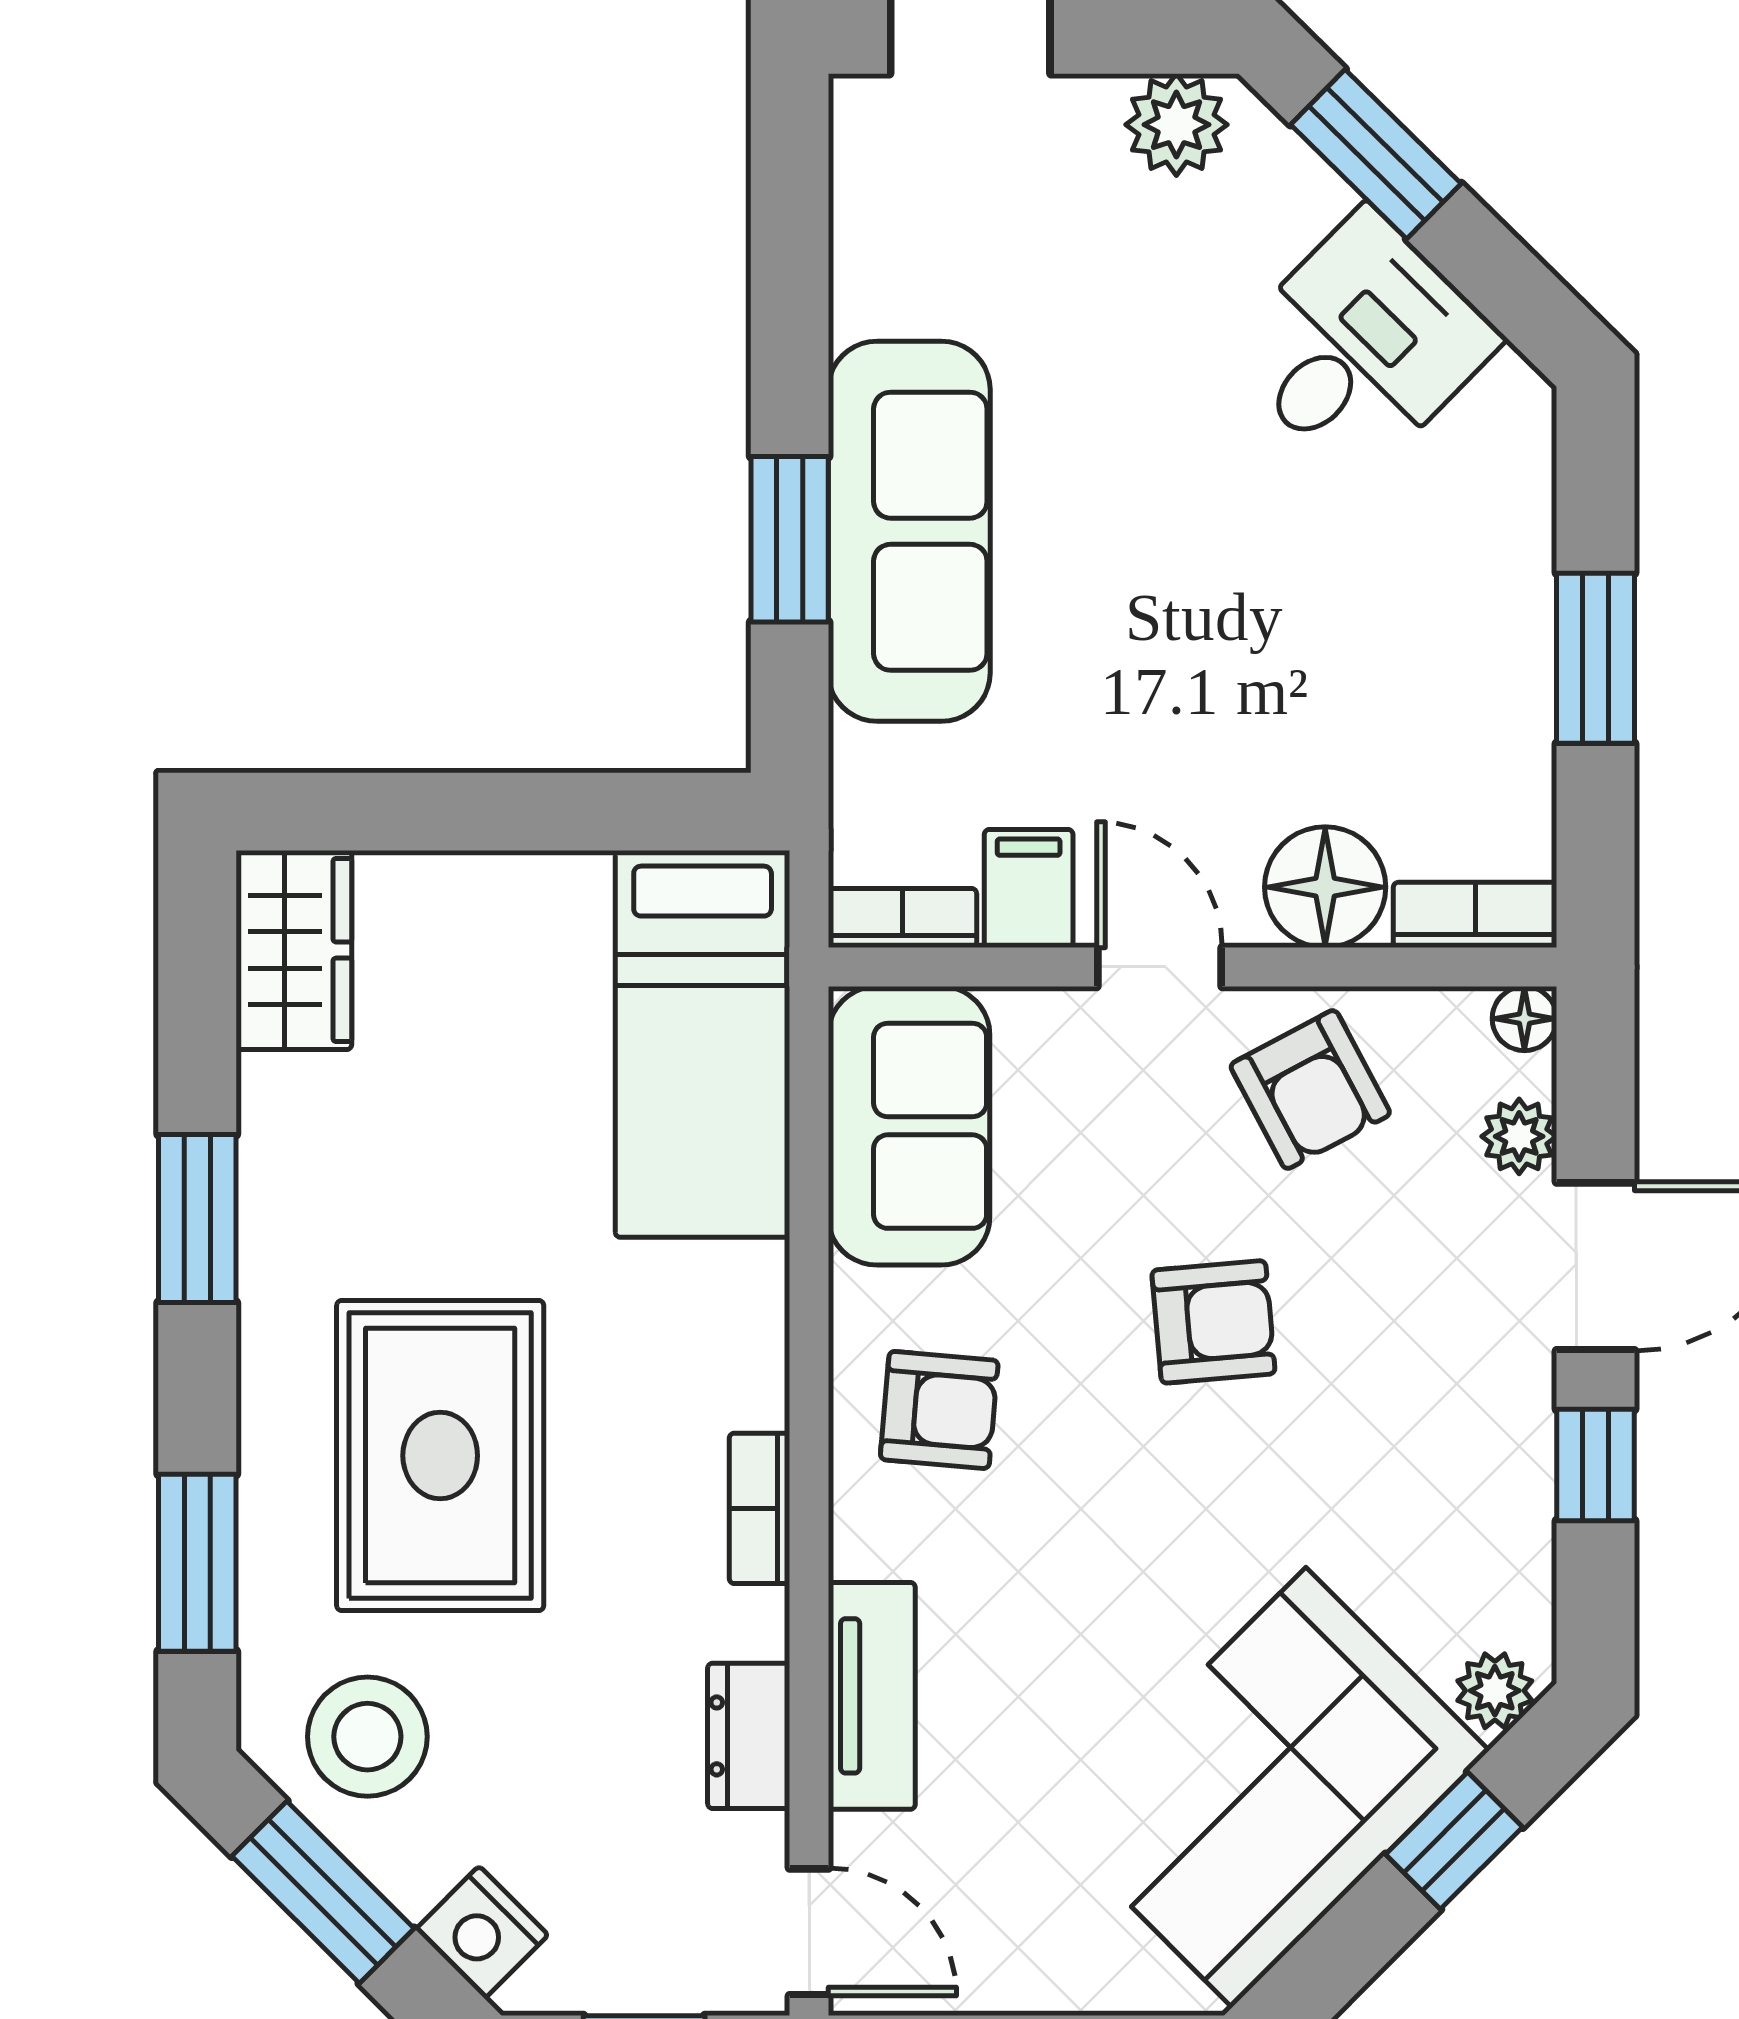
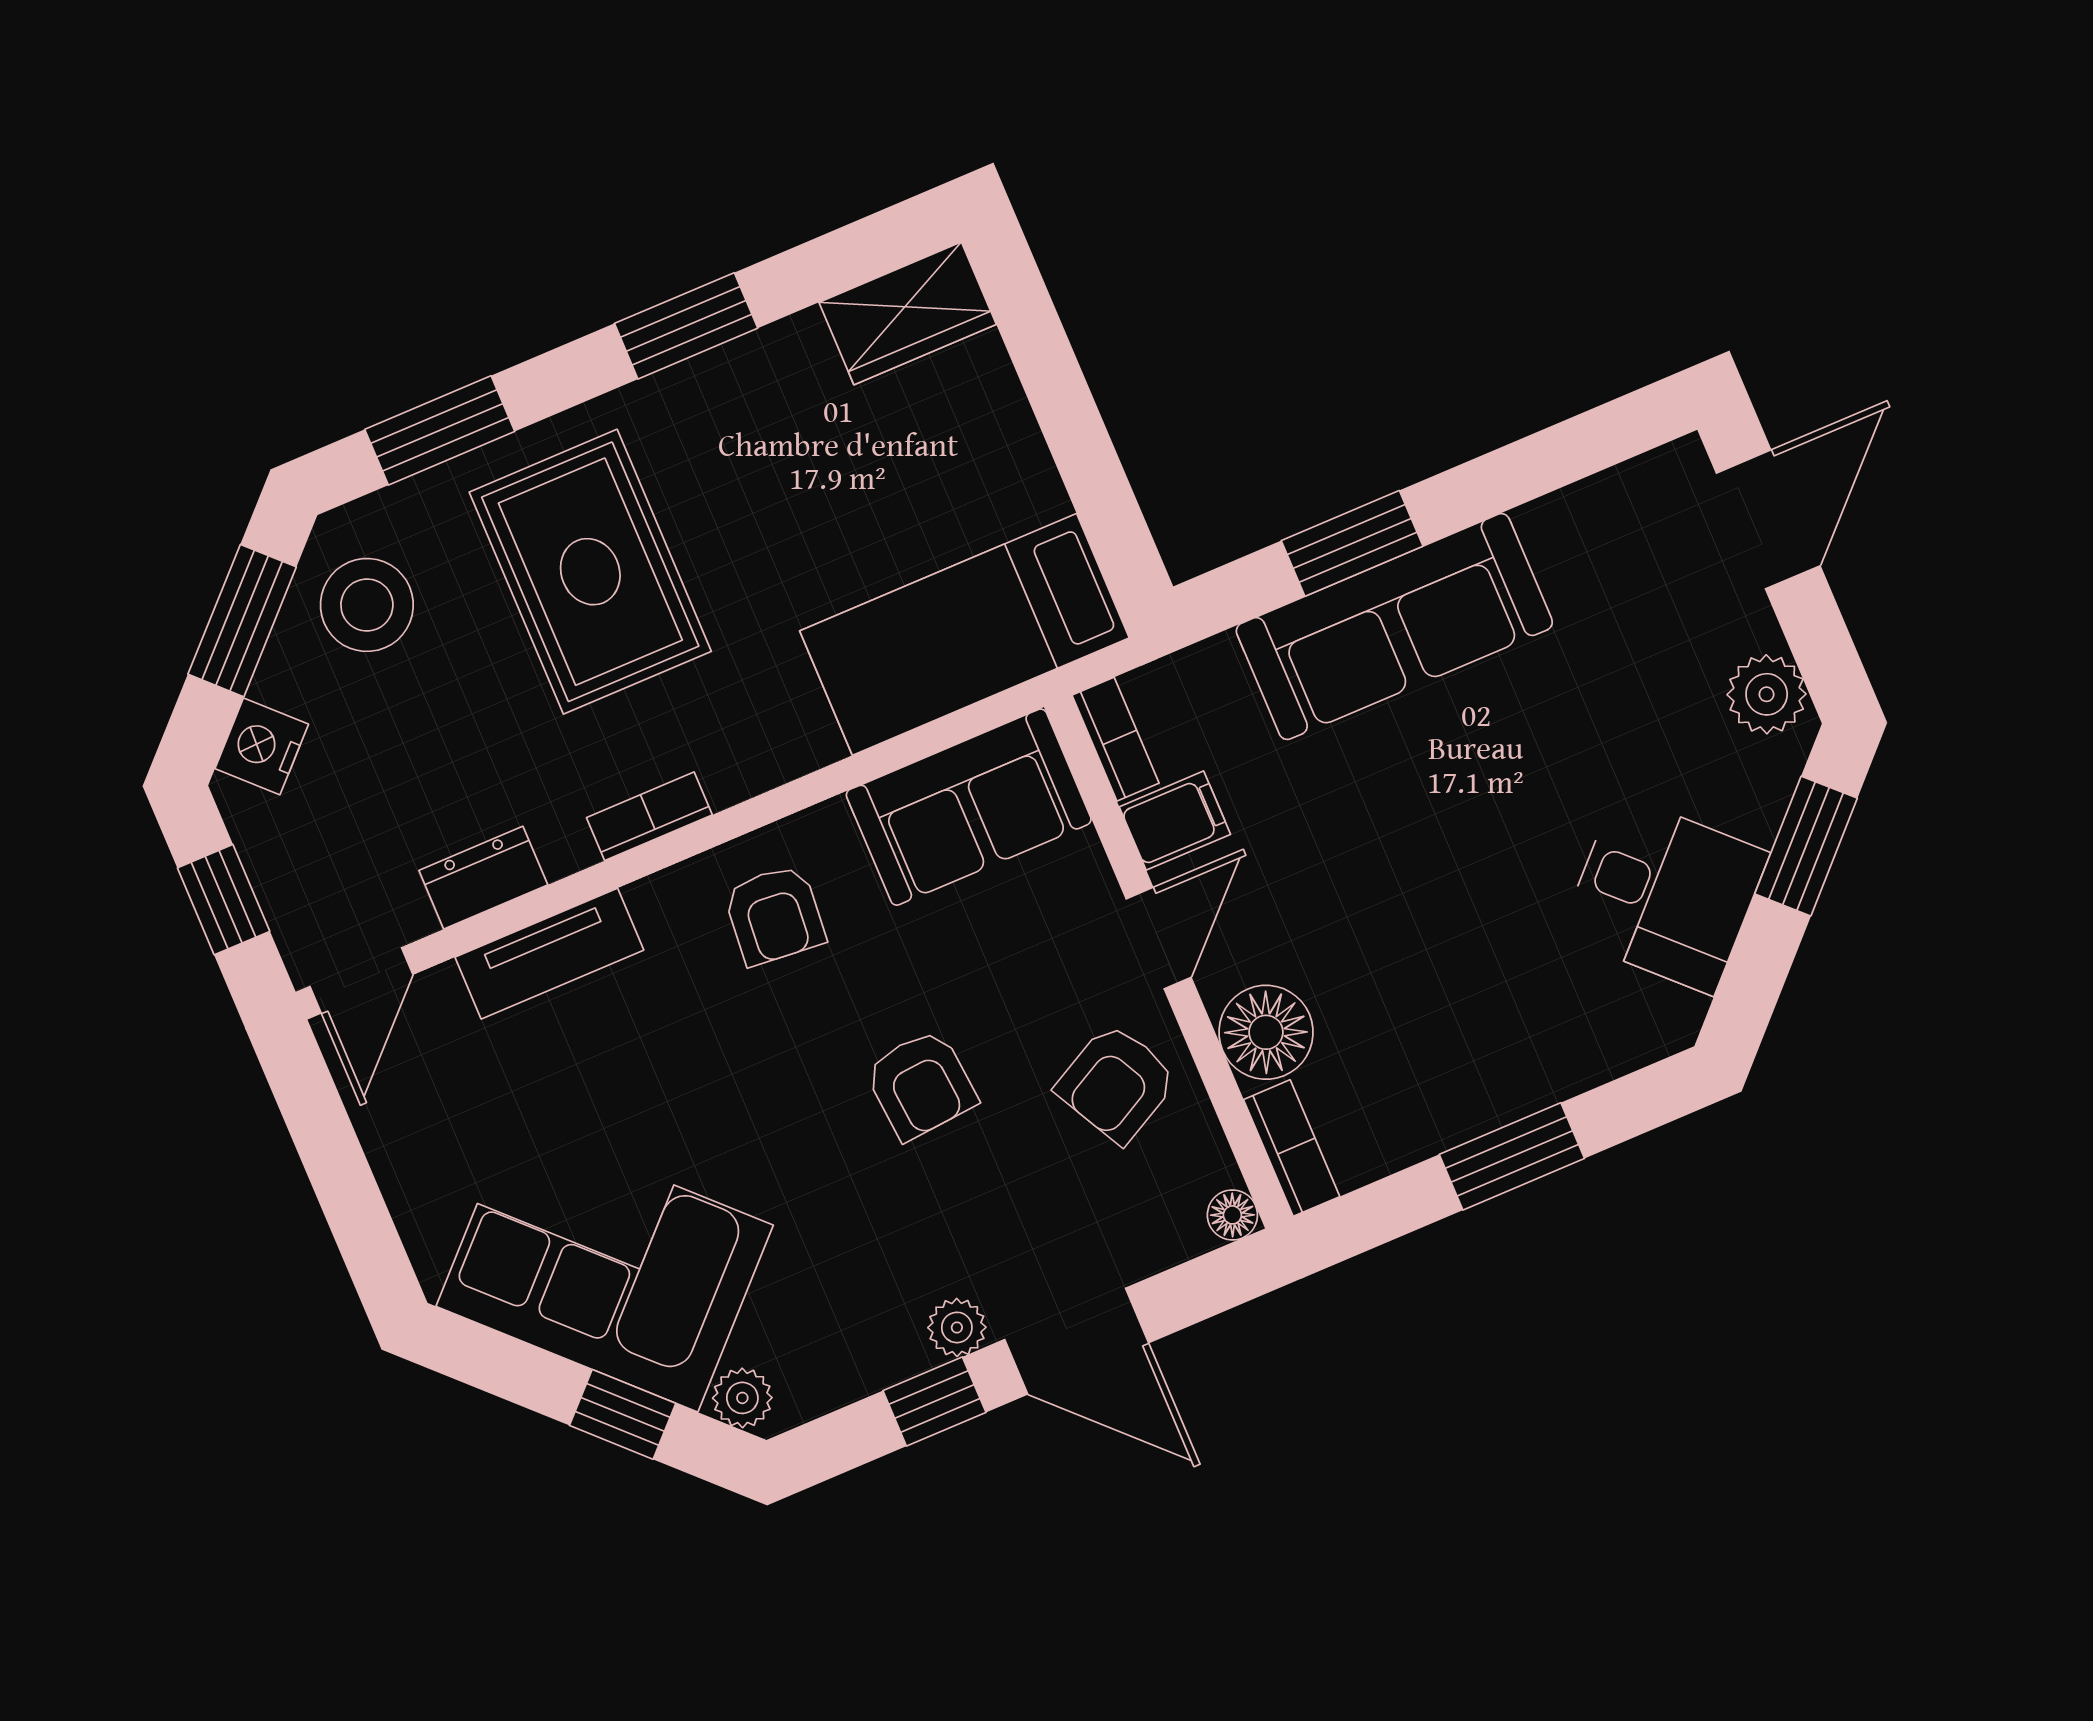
plant: (1519, 1136) -> (957, 1327), moved
rug: (440, 1456) -> (590, 572), turned 90

